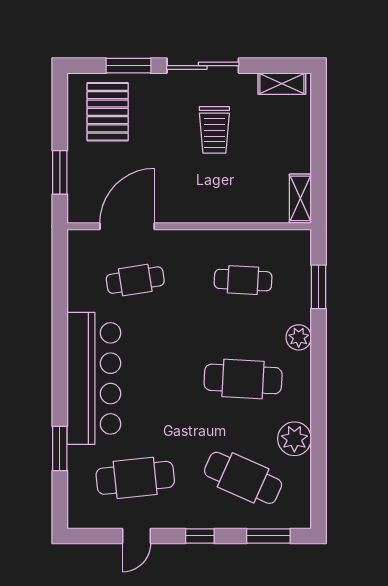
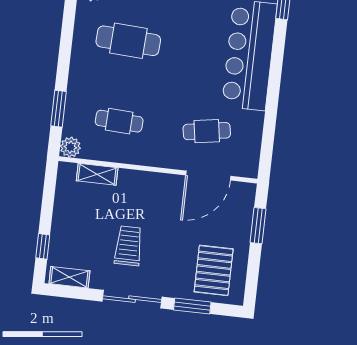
window: (319, 117) -> (43, 246), added
shelving: (300, 198) -> (97, 174), moved, turned 90
plant: (299, 337) -> (70, 147), moved

